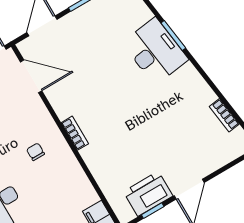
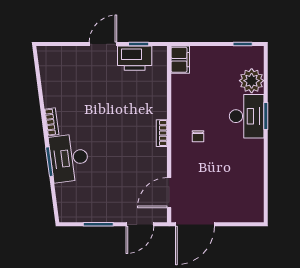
door: (31, 76) -> (169, 193), hinge flipped
bookcase: (224, 115) -> (52, 122), moved

